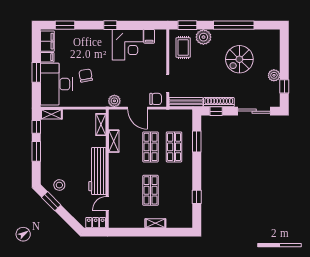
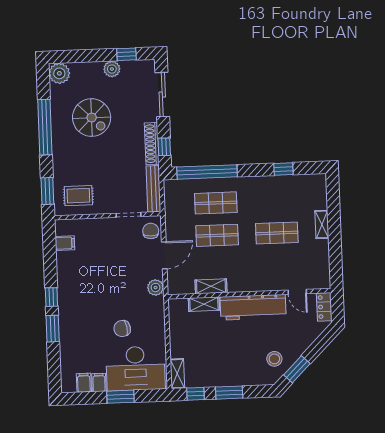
window: (65, 25) -> (53, 329), moved
plant: (203, 37) -> (59, 73), moved
filing cabinet: (47, 41) -> (84, 383), width x0.50
corner desk: (128, 45) -> (78, 272), removed
shelving: (101, 125) -> (204, 304), moved
window: (197, 141) -> (207, 172), width x2.11

